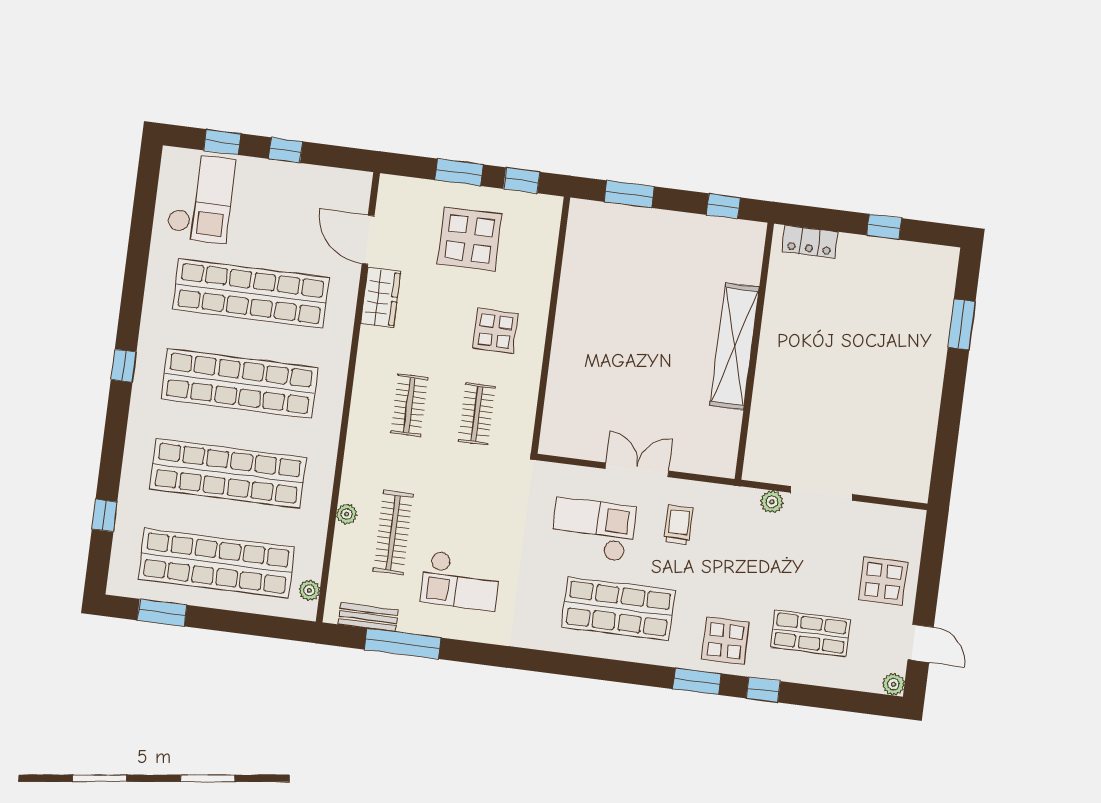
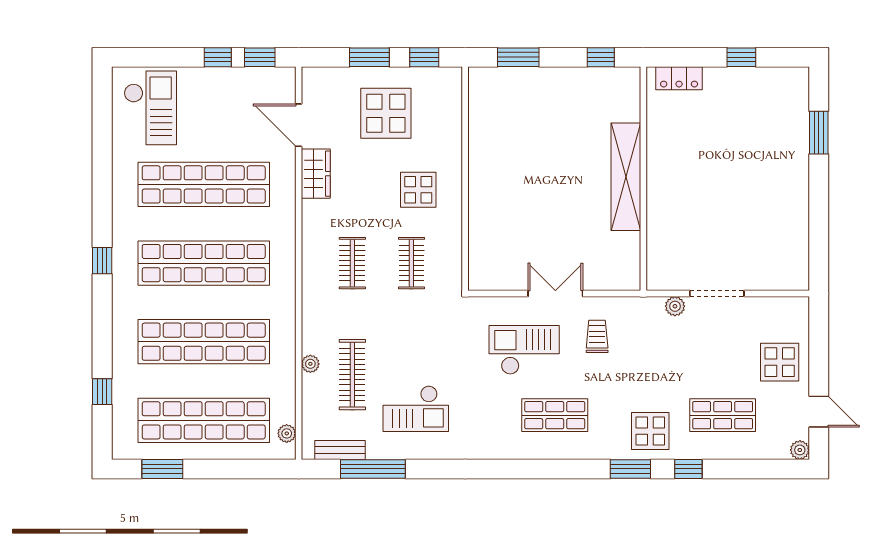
window: (222, 142) -> (260, 57), moved
shop shelf: (618, 609) -> (555, 415), width x0.70, depth x0.74

